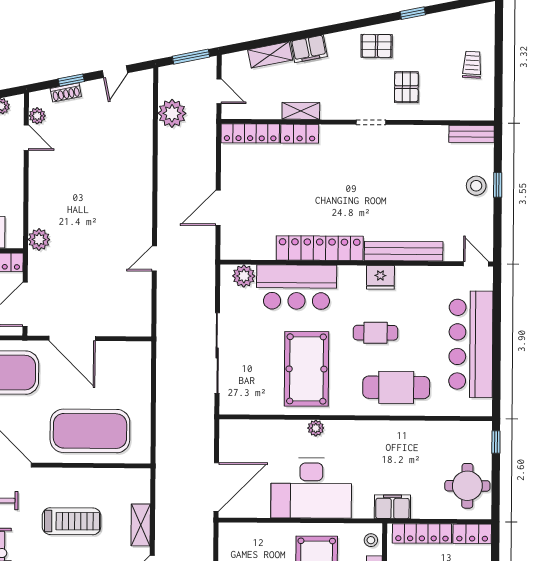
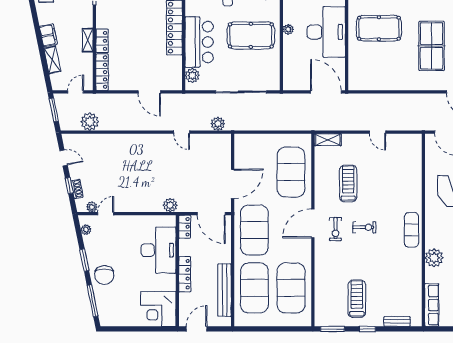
plant: (167, 316) -> (218, 124), added
shelving: (141, 525) -> (328, 140), moved

